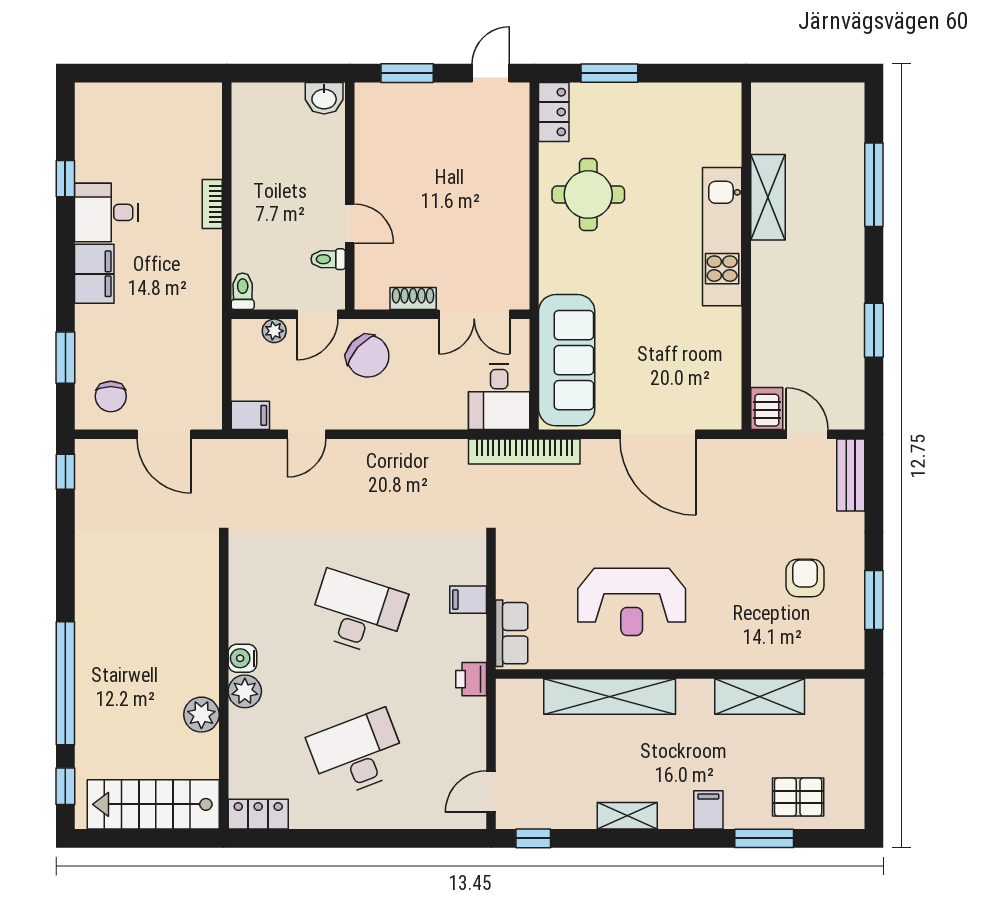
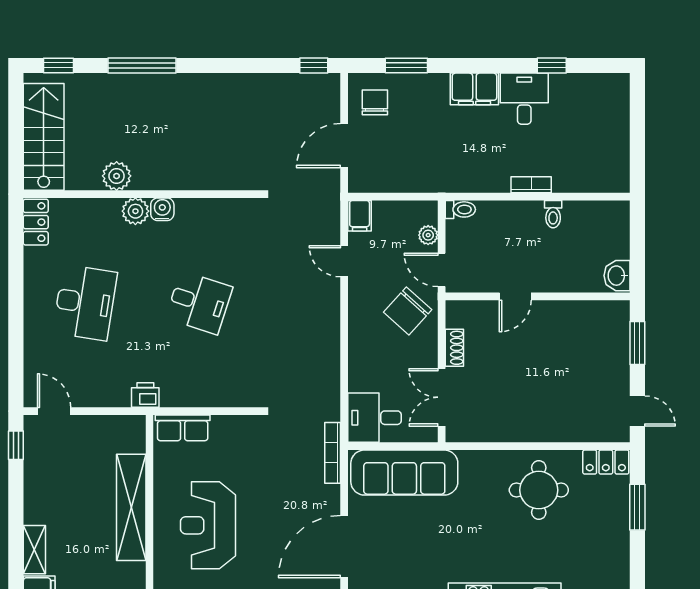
toilet: (328, 259) -> (553, 214), moved, turned 180
chair: (111, 396) -> (375, 102), turned 90
bookcase: (524, 451) -> (333, 453), width x0.68, depth x0.76
filing cabinet: (468, 600) -> (210, 393), removed
desk: (357, 613) -> (199, 303), width x0.73
window: (65, 683) -> (142, 65), width x0.68
desk: (357, 754) -> (85, 303), turned 30
shelving: (627, 816) -> (34, 550), moved

